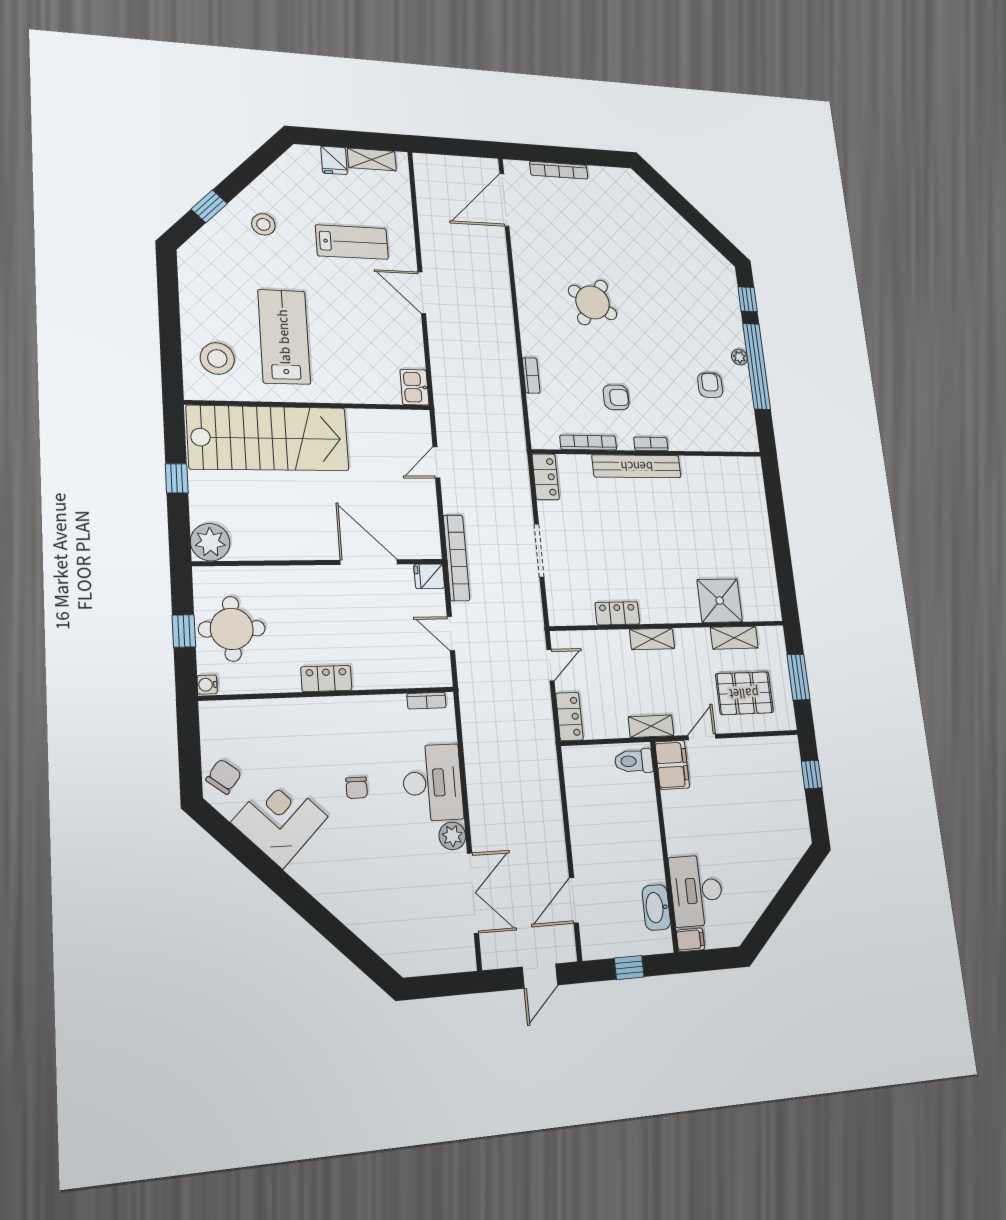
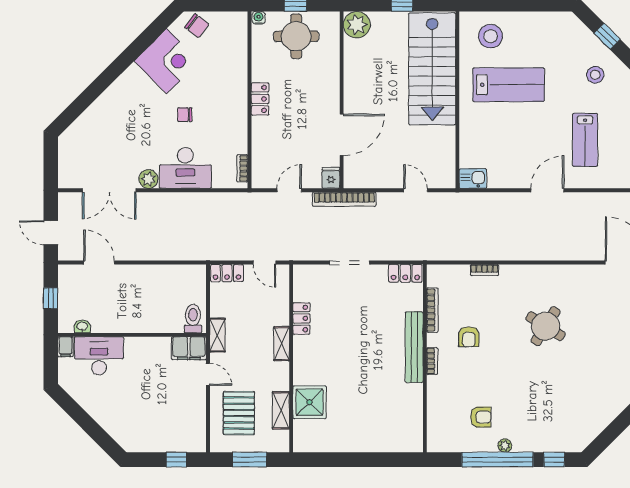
washbasin: (656, 908) -> (82, 326), width x0.52, depth x0.69

